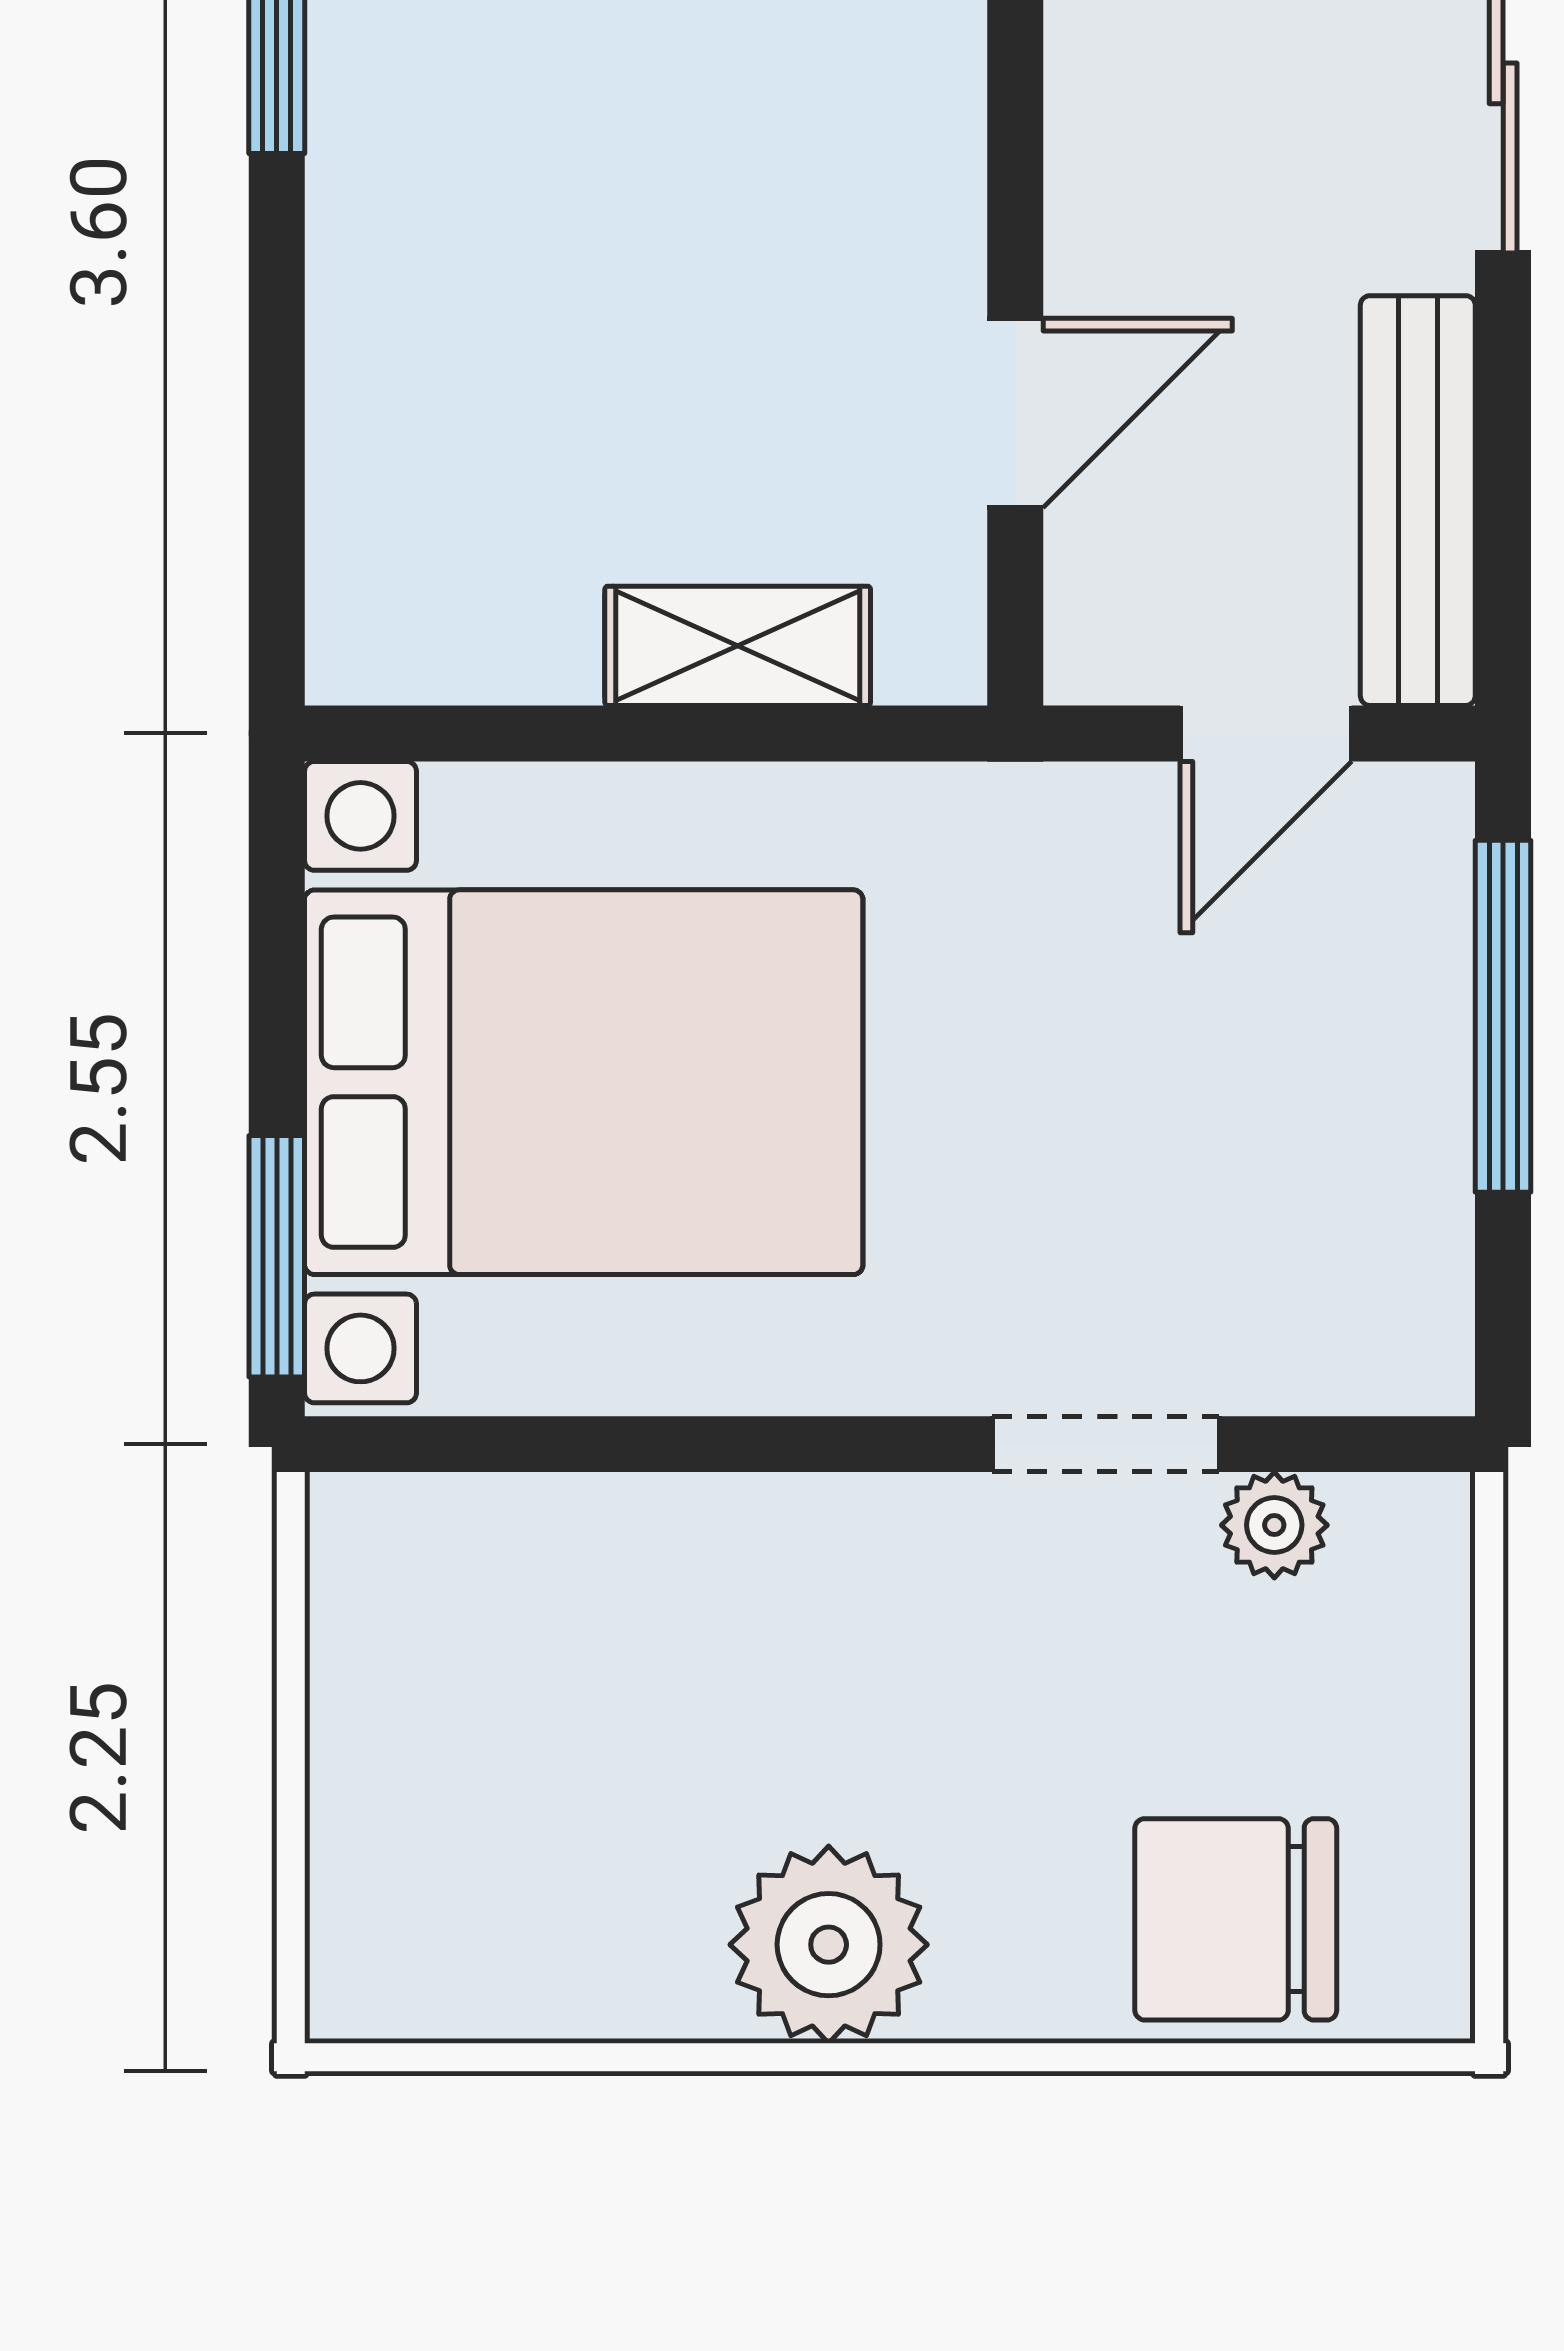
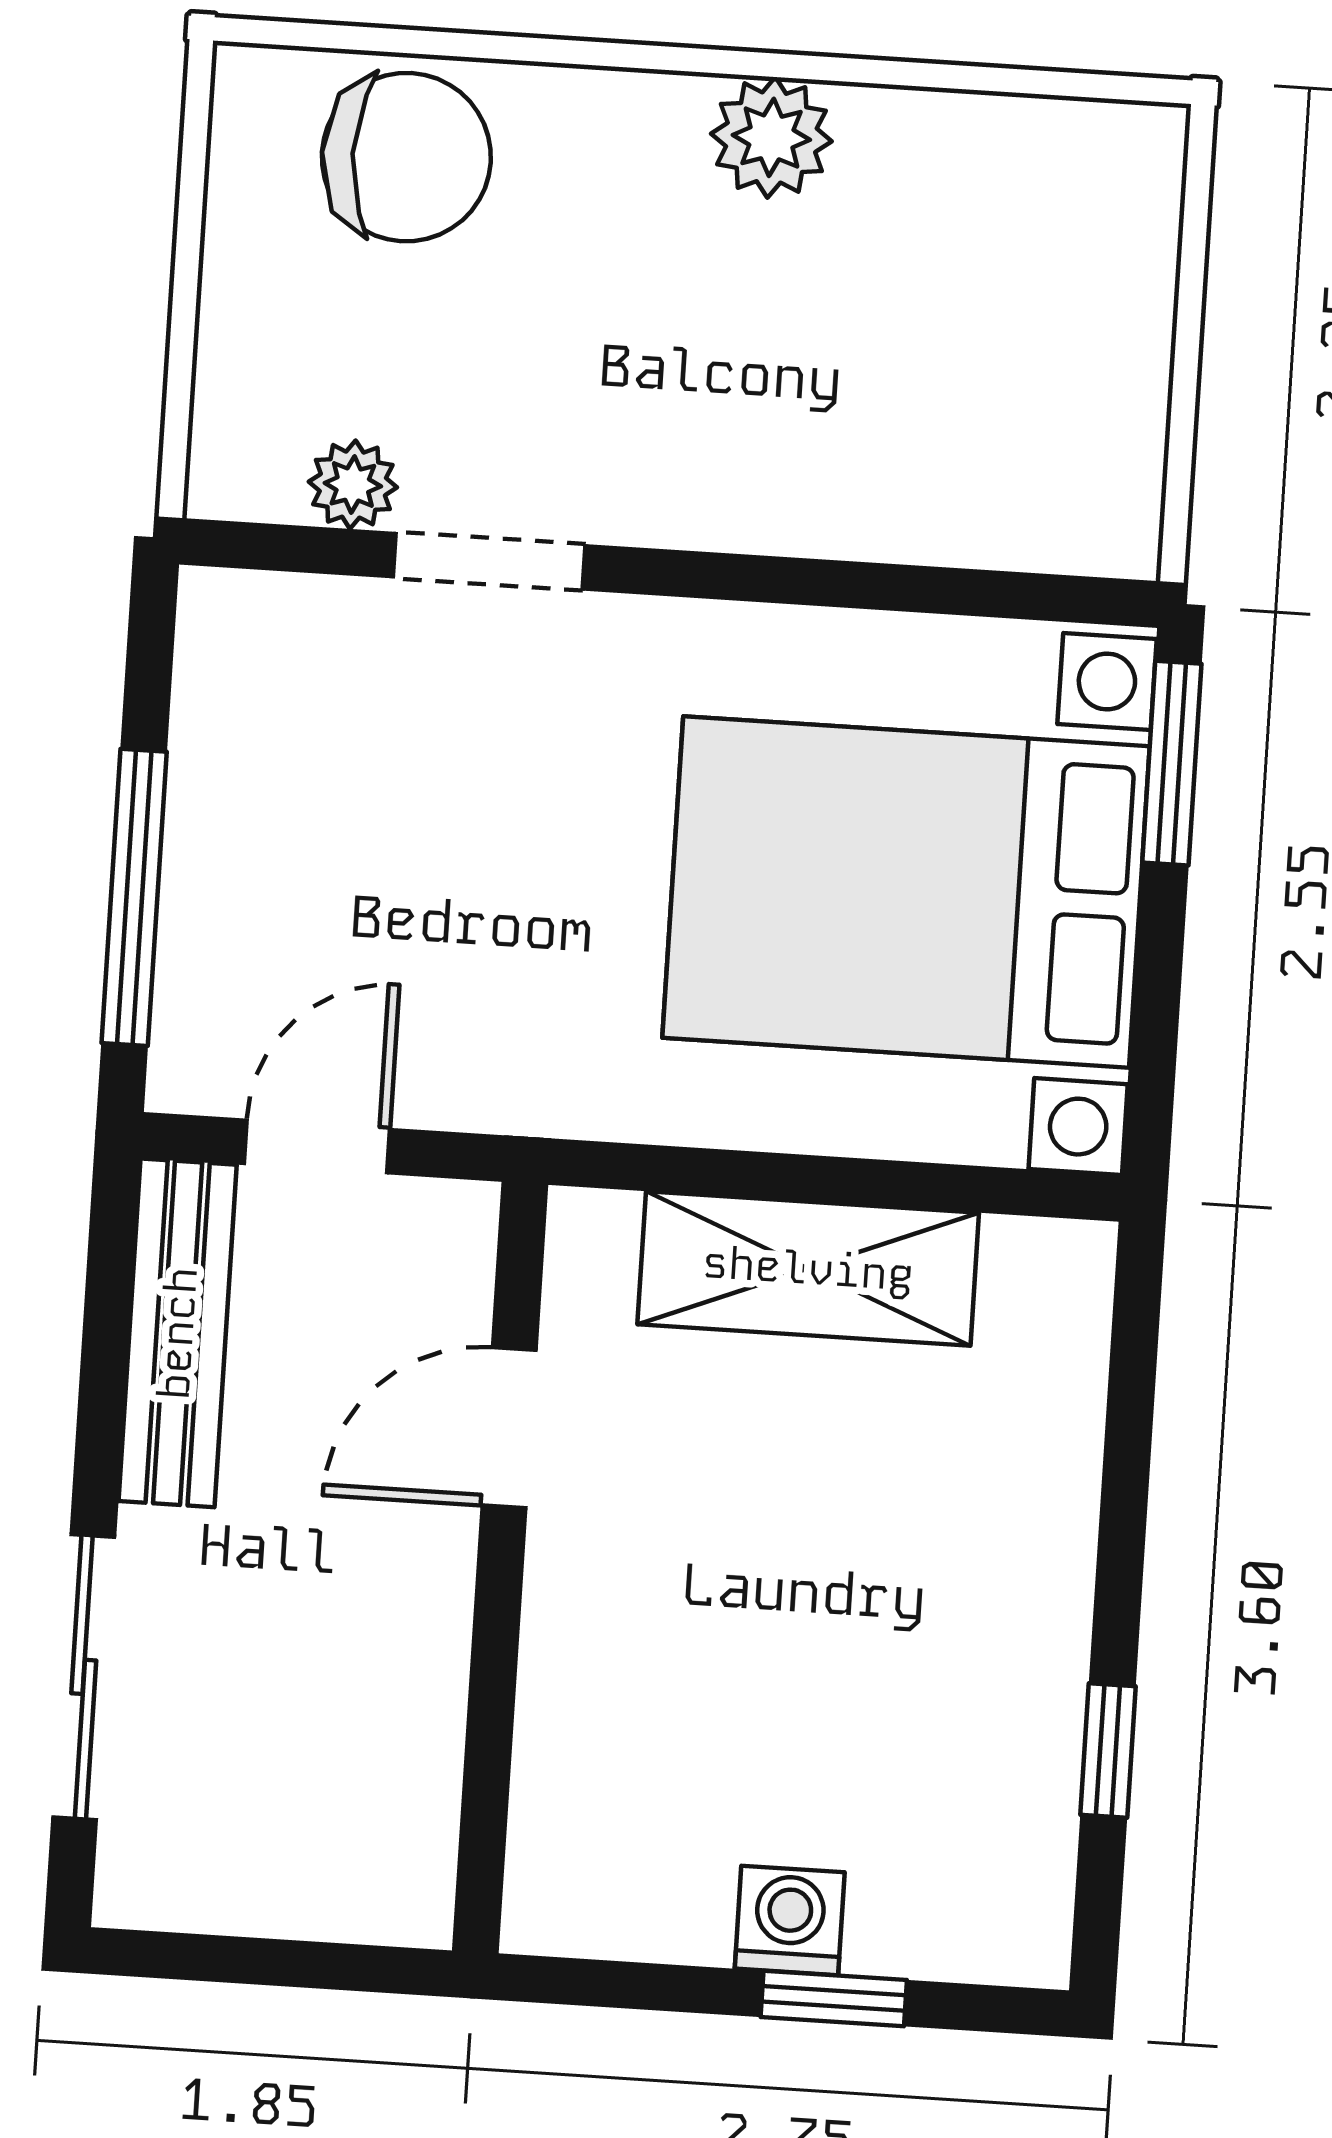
shelving: (738, 646) -> (808, 1269), width x1.50, depth x1.33
plant: (829, 1945) -> (771, 137), width x0.73, depth x0.73

